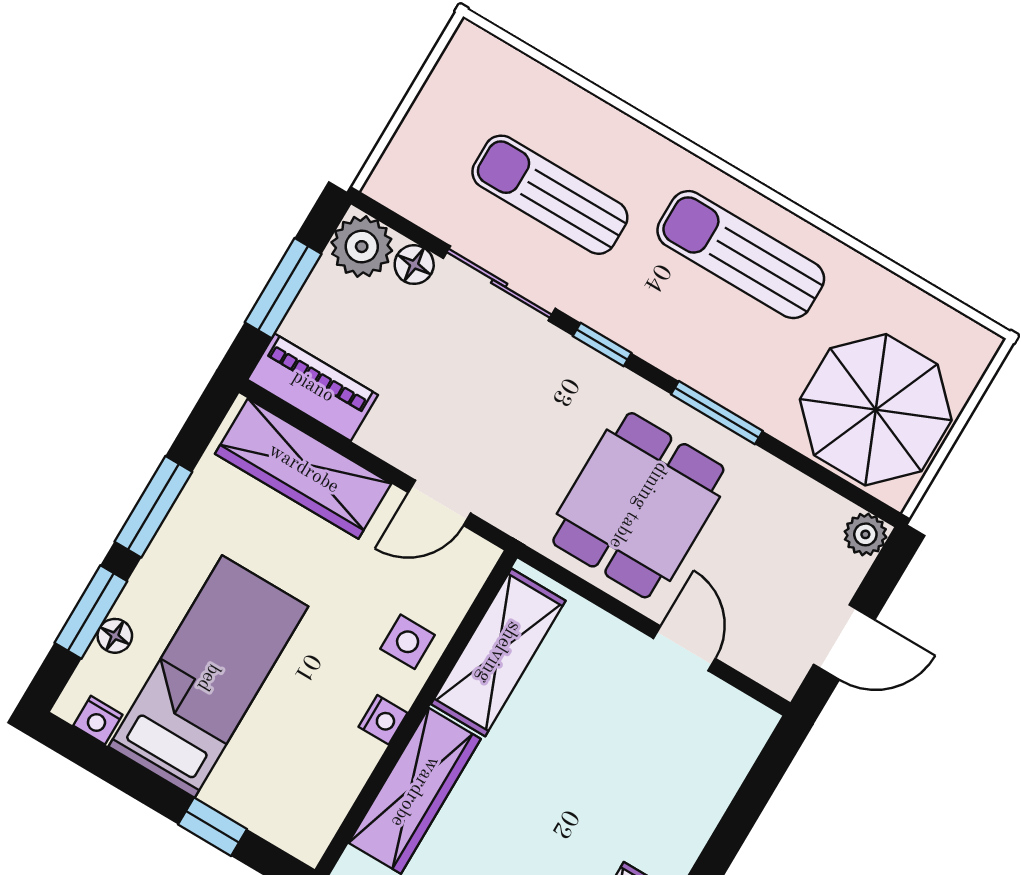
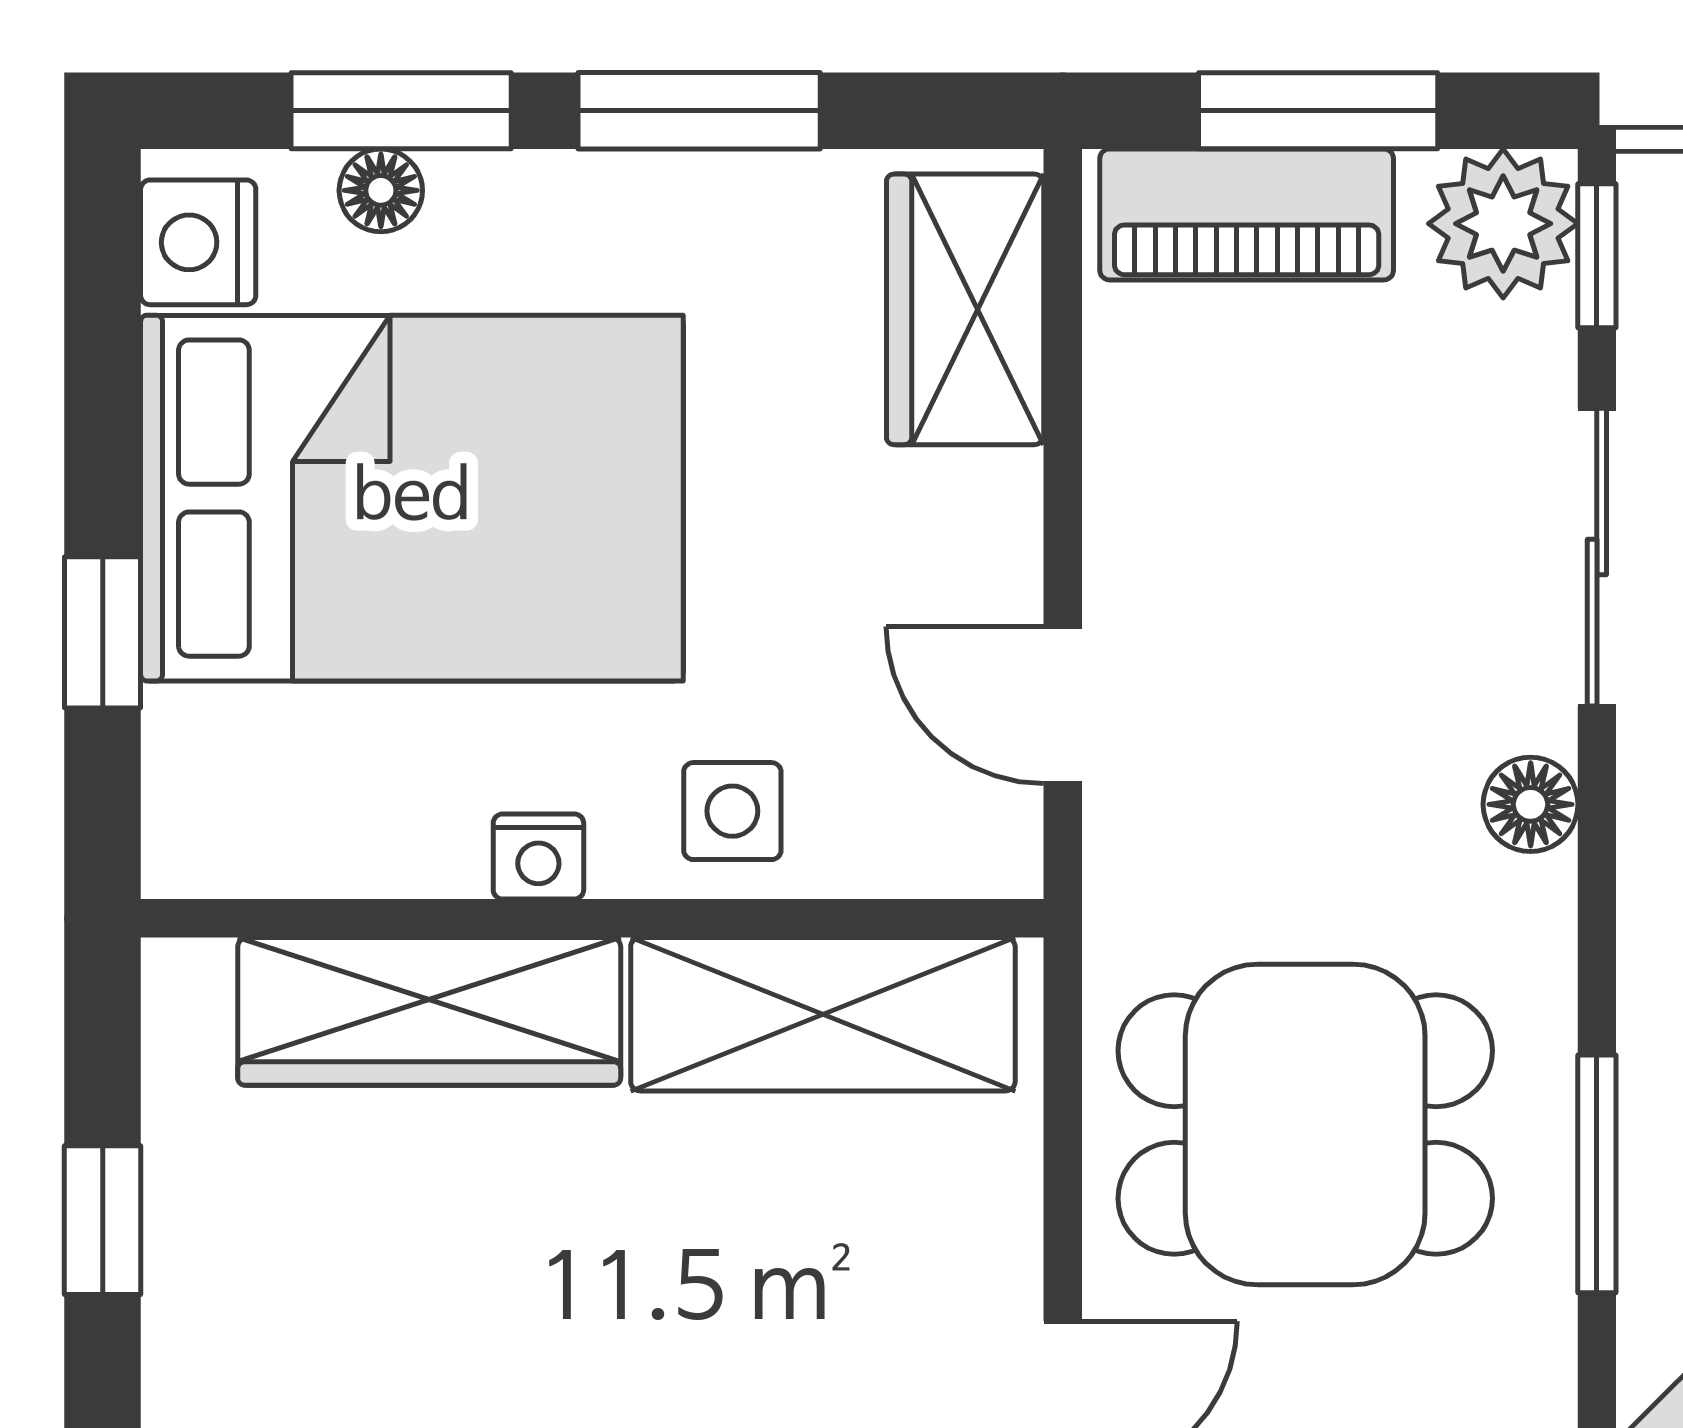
floor lamp: (414, 265) -> (1531, 804), moved
window: (602, 345) -> (1597, 256), moved
piano: (313, 387) -> (1247, 214), moved, turned 90
wardrobe: (303, 469) -> (965, 309), width x0.67
bed: (208, 677) -> (412, 498), width x1.50
nightstand: (98, 720) -> (198, 242), width x1.39, depth x1.35

